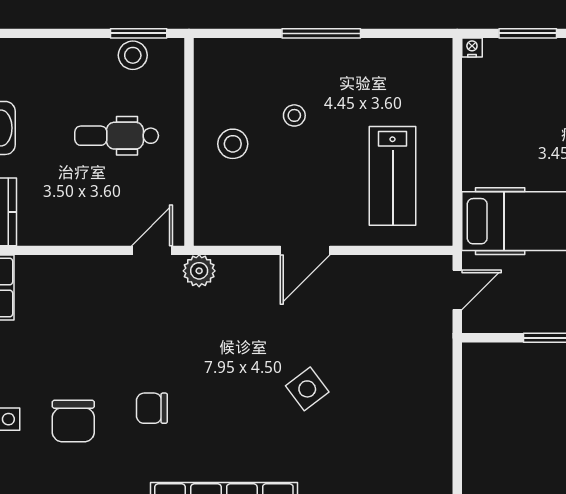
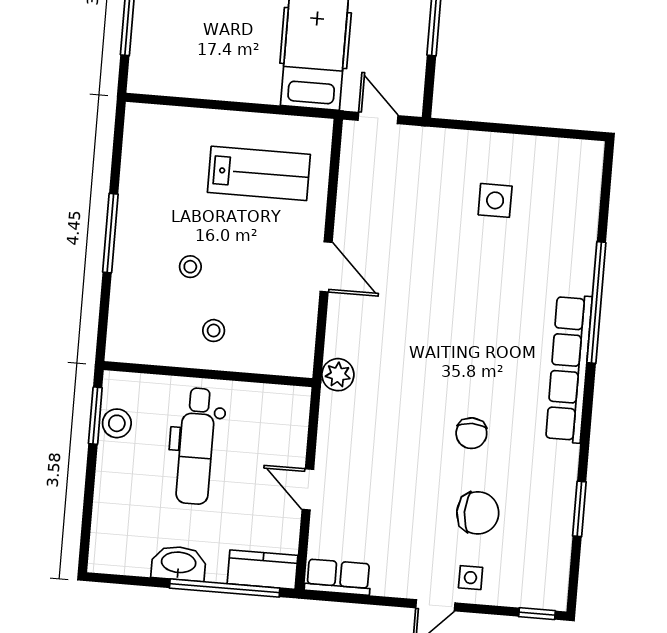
nightstand: (472, 47) -> (137, 83), removed
dental chair: (117, 136) -> (196, 446), width x1.36, depth x1.38
stool: (233, 144) -> (214, 331), width x0.73, depth x0.73
door: (152, 250) -> (308, 489), moved
side table: (307, 389) -> (495, 200), moved, turned 37

